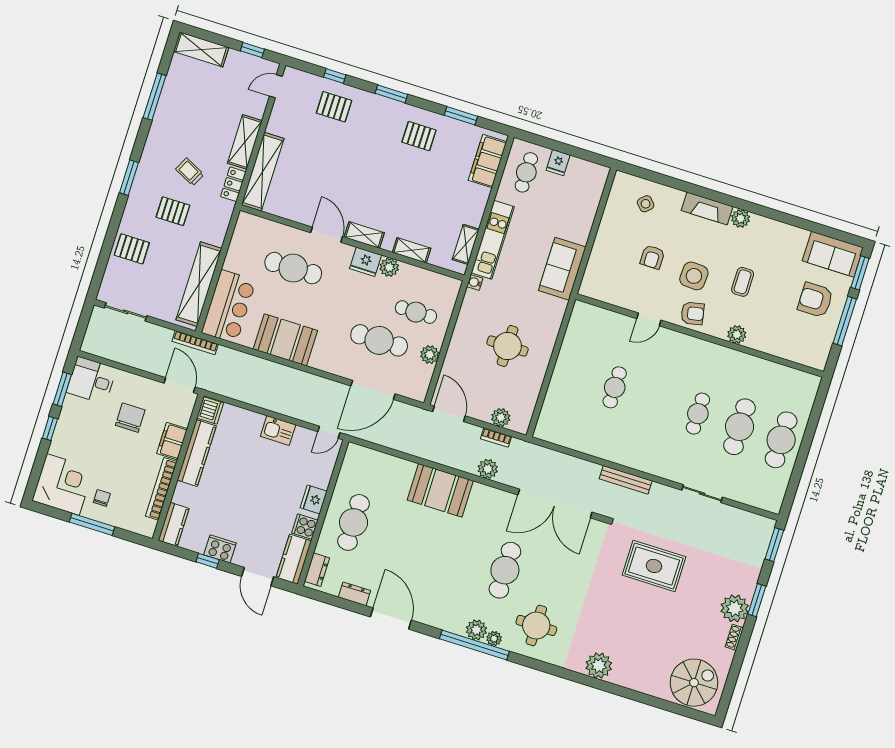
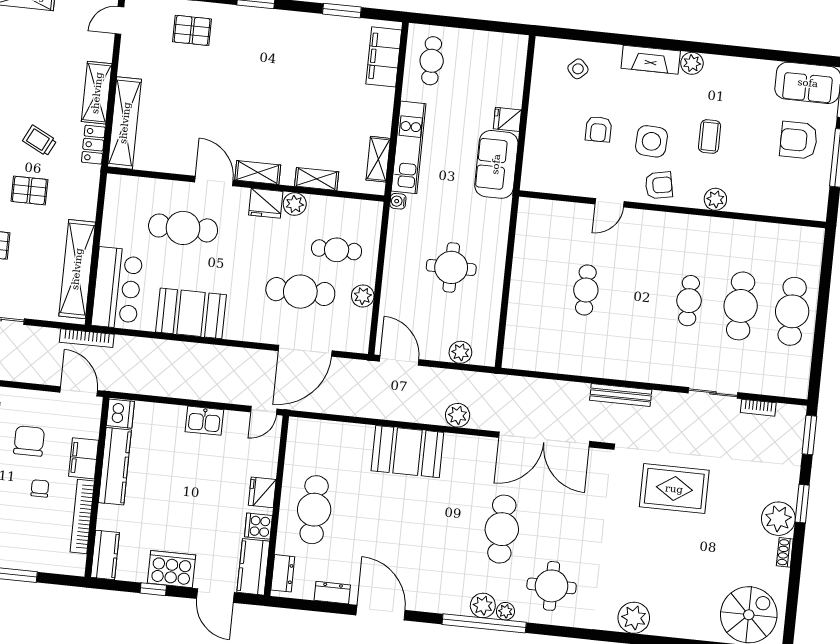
pallet: (419, 136) -> (298, 44), removed
fridge: (558, 163) -> (507, 119), moved, turned 90
bookcase: (496, 438) -> (758, 408), moved
chair: (102, 498) -> (40, 488), moved
cooker: (220, 549) -> (172, 569), width x1.37, depth x1.31

